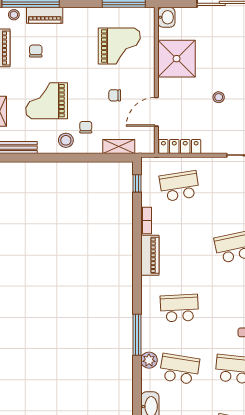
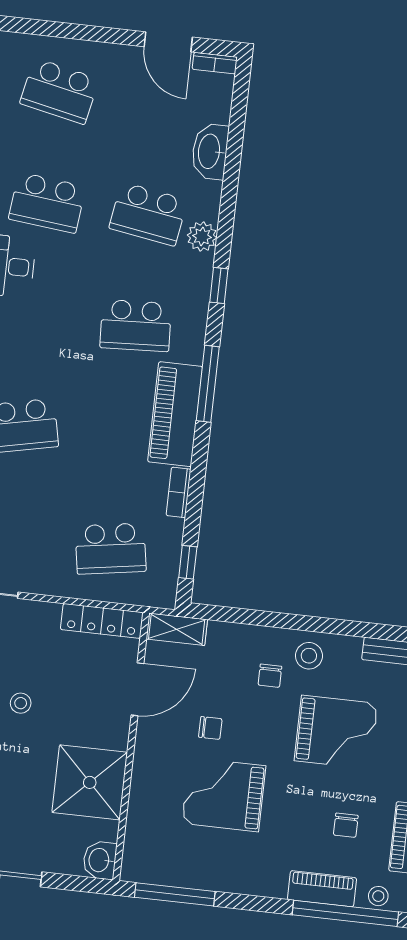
grand piano: (119, 46) -> (224, 795), moved
shelving: (119, 147) -> (177, 629), moved
piano: (150, 255) -> (175, 414), width x1.37, depth x1.33
window: (137, 281) -> (208, 384), added
window: (137, 335) -> (219, 286), width x0.46

